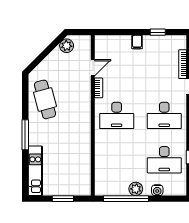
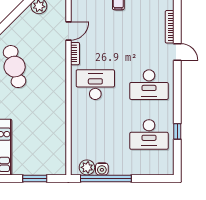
desk: (117, 115) -> (95, 85), turned 180
plant: (136, 189) -> (87, 167), moved
water cooler: (157, 190) -> (102, 169), moved

